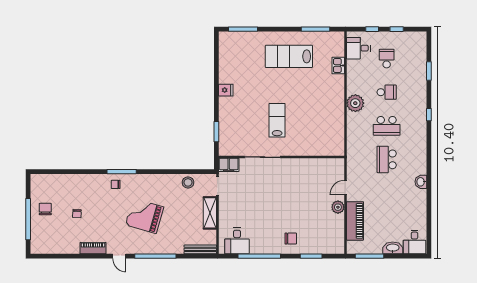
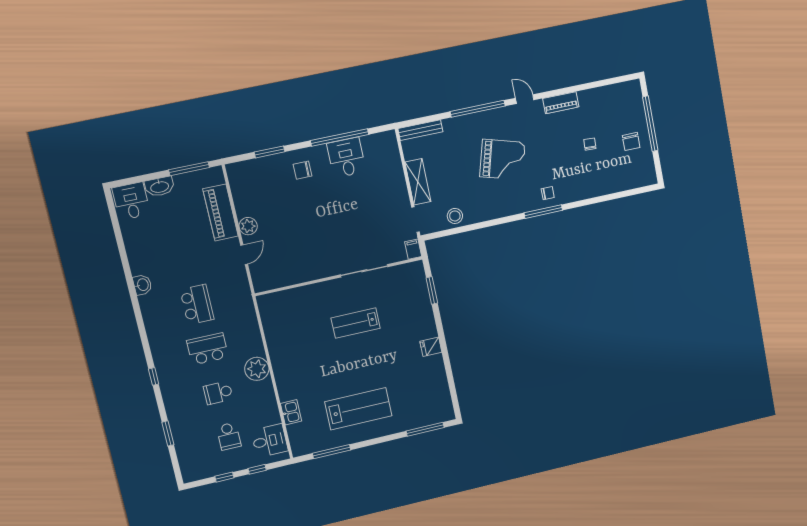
lab bench: (277, 120) -> (356, 323), turned 90
filing cabinet: (229, 165) -> (413, 249), width x0.50
desk: (237, 241) -> (346, 158), moved

